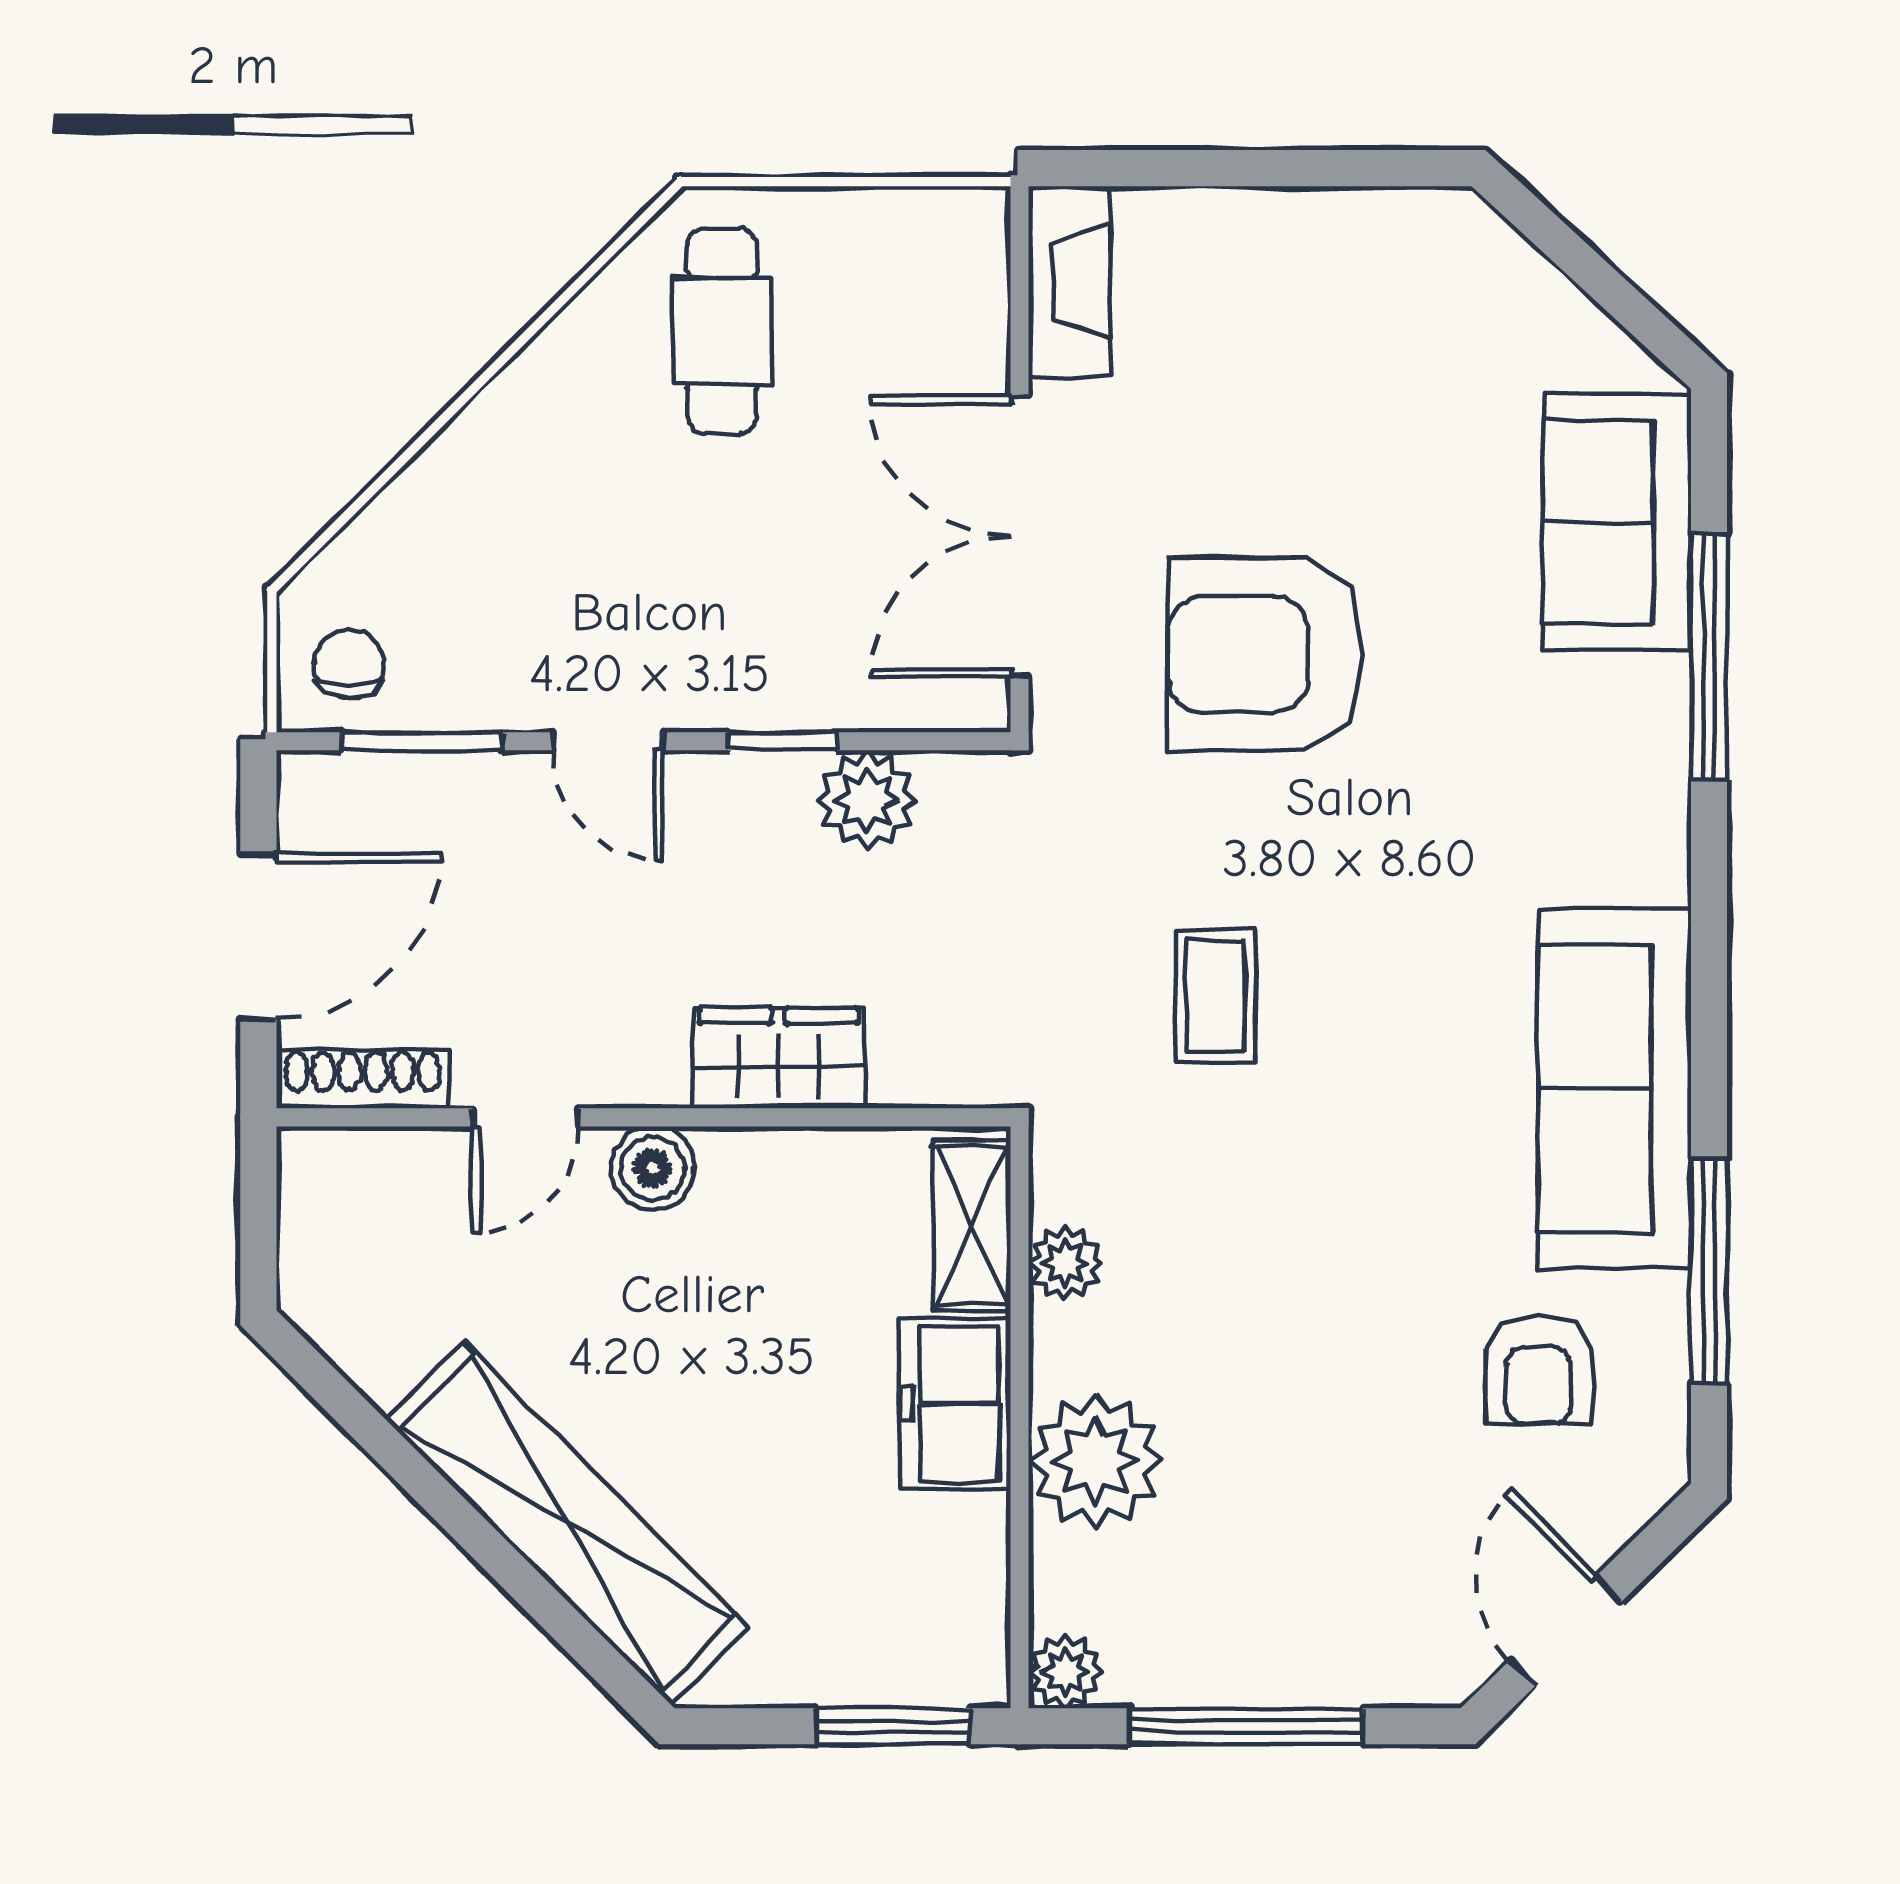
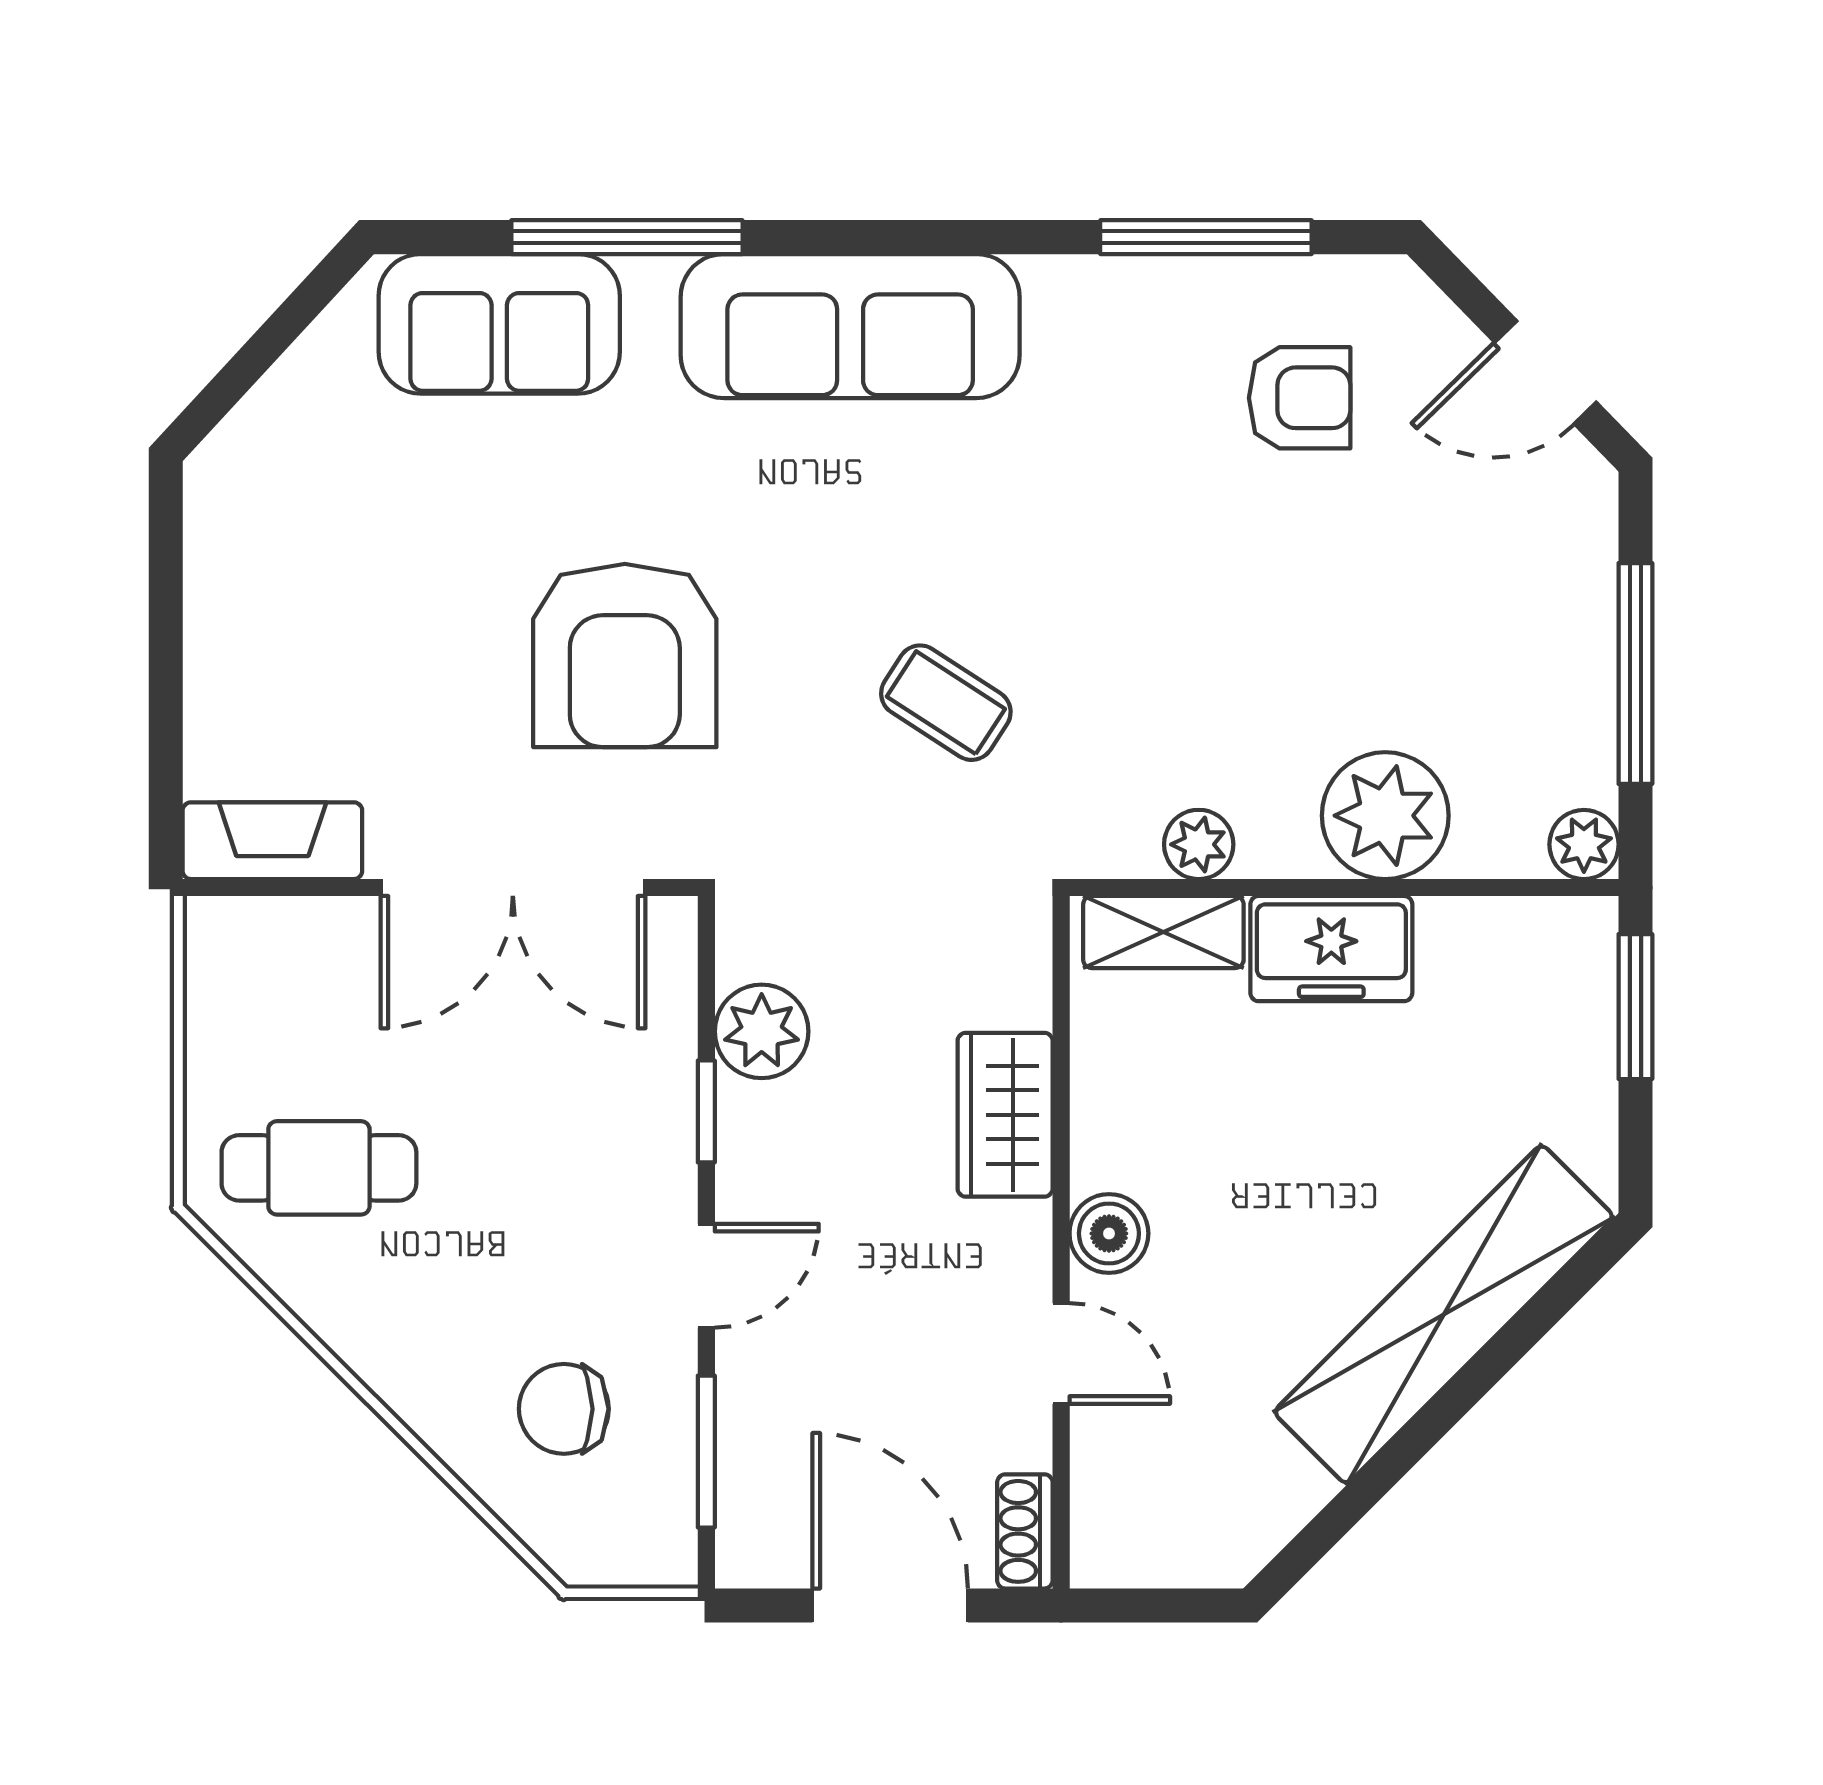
chair: (349, 664) -> (564, 1409), moved, width x1.37, depth x1.37
coffee table: (1215, 995) -> (946, 703), turned 33
shoe rack: (363, 1079) -> (1025, 1531), width x0.70
sofa: (1615, 1088) -> (850, 326), moved

